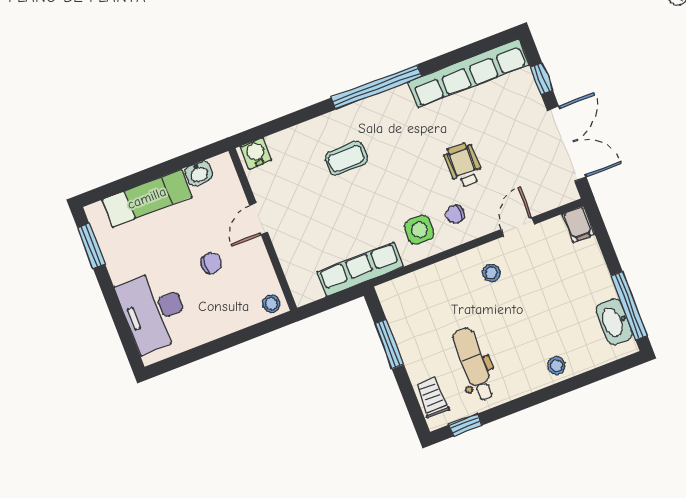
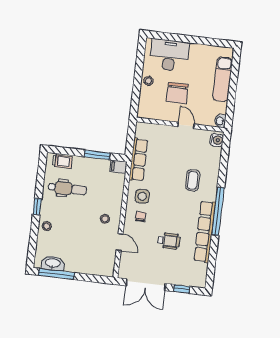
row of seats: (469, 73) -> (205, 232), moved
wheelchair: (463, 165) -> (169, 241), moved
washbasin: (199, 173) -> (220, 121), moved
filing cabinet: (578, 224) -> (119, 167), moved
window: (91, 246) -> (214, 42), removed
chair: (211, 263) -> (177, 93), width x1.87, depth x1.87
stool: (271, 304) -> (149, 81), moved
window: (466, 425) -> (37, 207), moved

